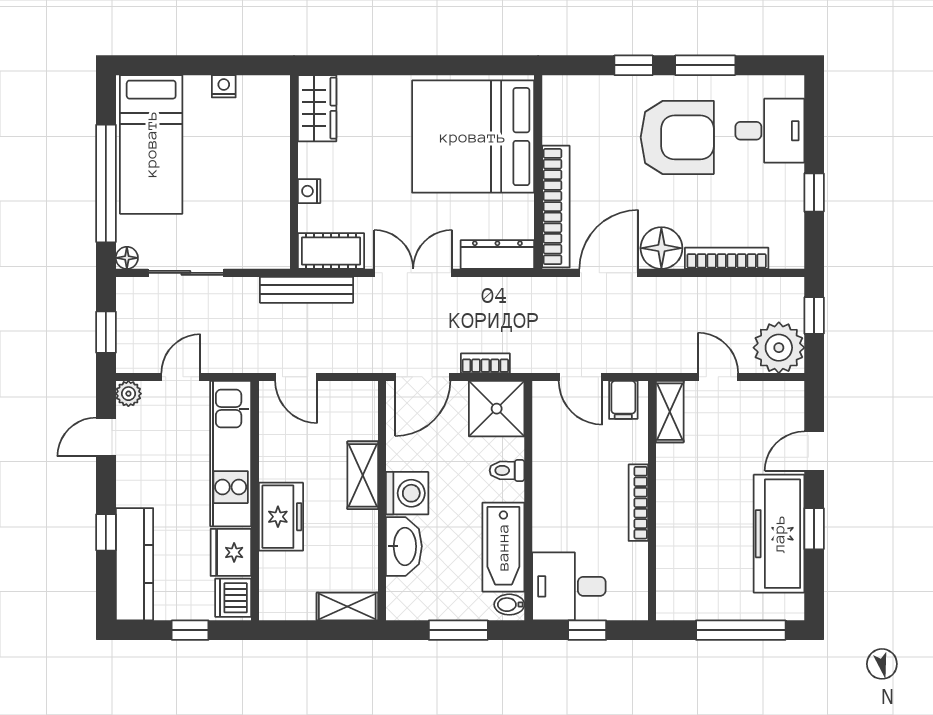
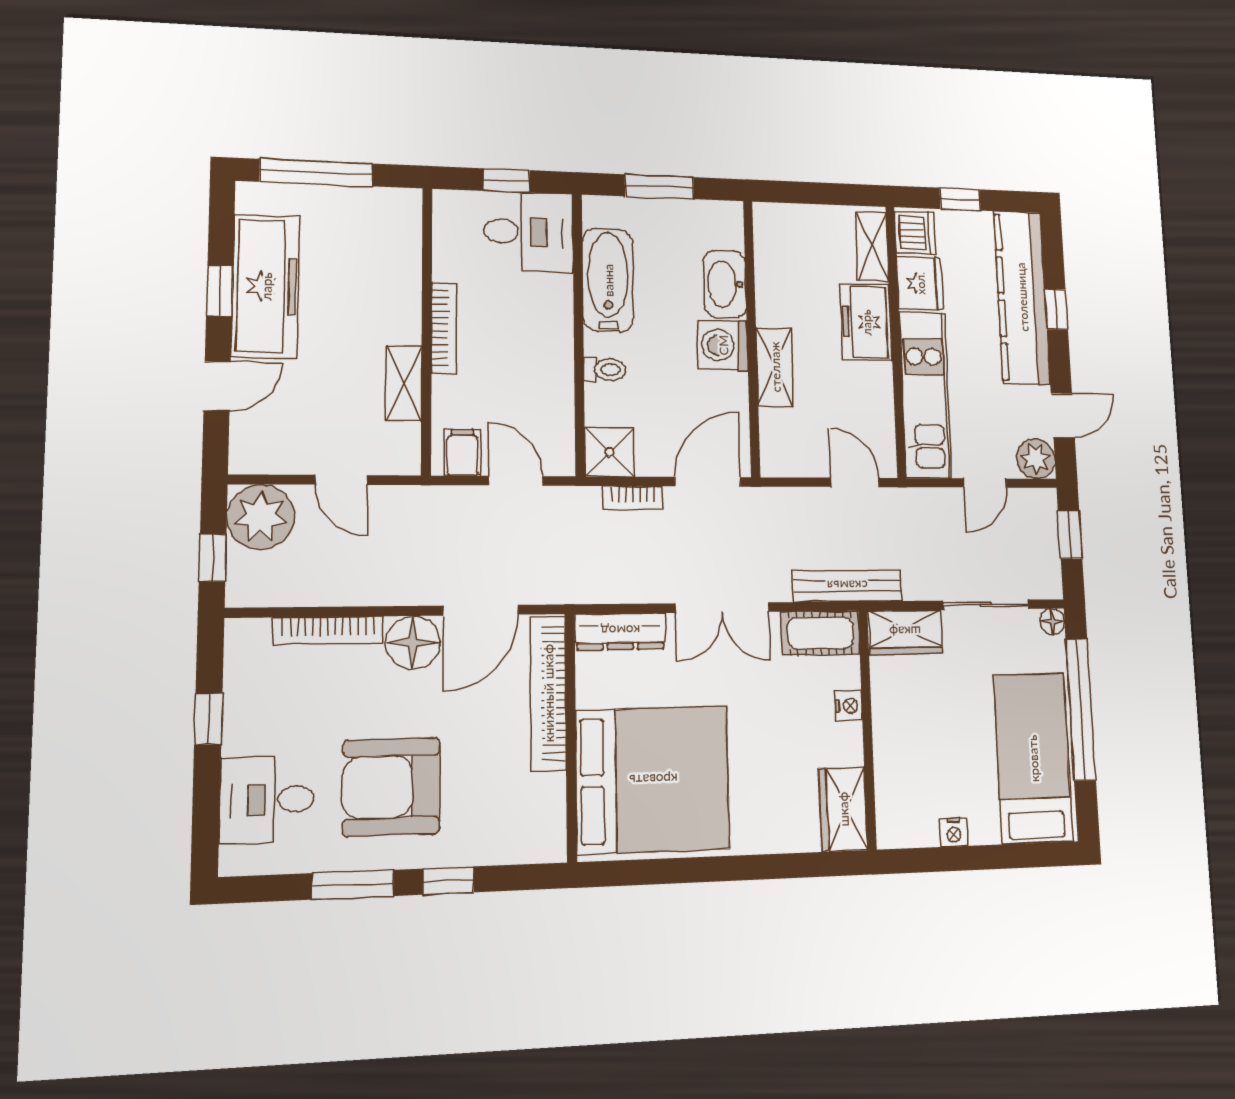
wardrobe: (258, 251) -> (905, 632), added
plant: (128, 394) -> (1036, 459), width x1.38, depth x1.38
shower: (497, 409) -> (610, 452), width x0.73, depth x0.73
shelving: (670, 412) -> (404, 383), moved
kitchen counter: (134, 564) -> (1022, 297), width x1.39, depth x1.17
bidet: (509, 605) -> (600, 213), removed
shelving: (347, 607) -> (872, 246), moved, turned 90

